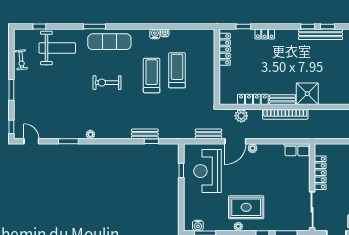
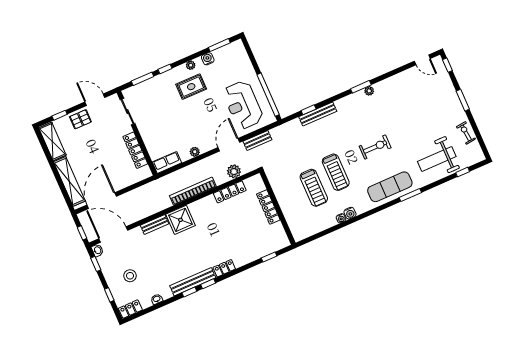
locker: (265, 34) -> (224, 268), moved
locker: (225, 49) -> (268, 207), moved
bench: (283, 100) -> (155, 225), moved
bench: (145, 134) -> (318, 114), width x1.36
window: (68, 141) -> (361, 87), moved
plant: (253, 148) -> (195, 152), moved
window: (181, 170) -> (268, 95), width x3.17
reception desk: (208, 171) -> (243, 105), turned 180
rug: (246, 207) -> (191, 87), width x0.73, depth x0.70
sliding door: (312, 210) -> (128, 112), width x0.73
water cooler: (198, 225) -> (208, 59), moved

